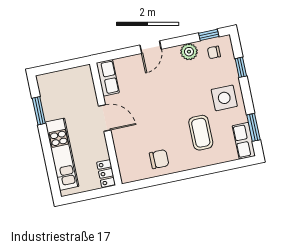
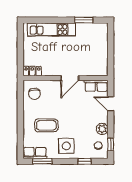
row of seats: (108, 78) -> (96, 86), moved
door: (105, 118) -> (70, 78), moved
wall: (106, 124) -> (65, 78), moved
locker: (106, 173) -> (32, 71), moved

